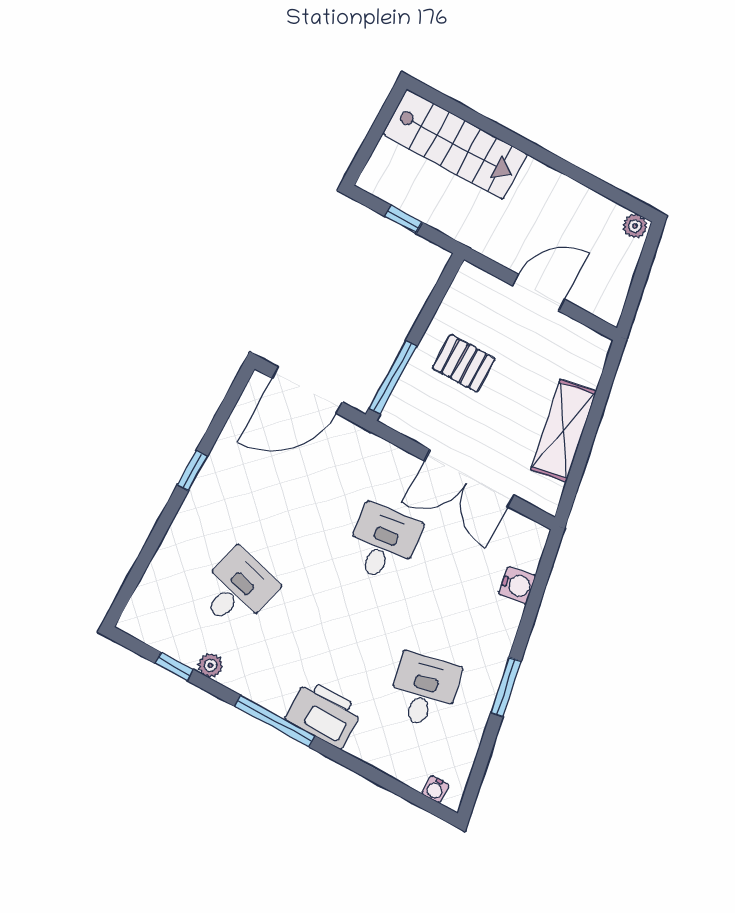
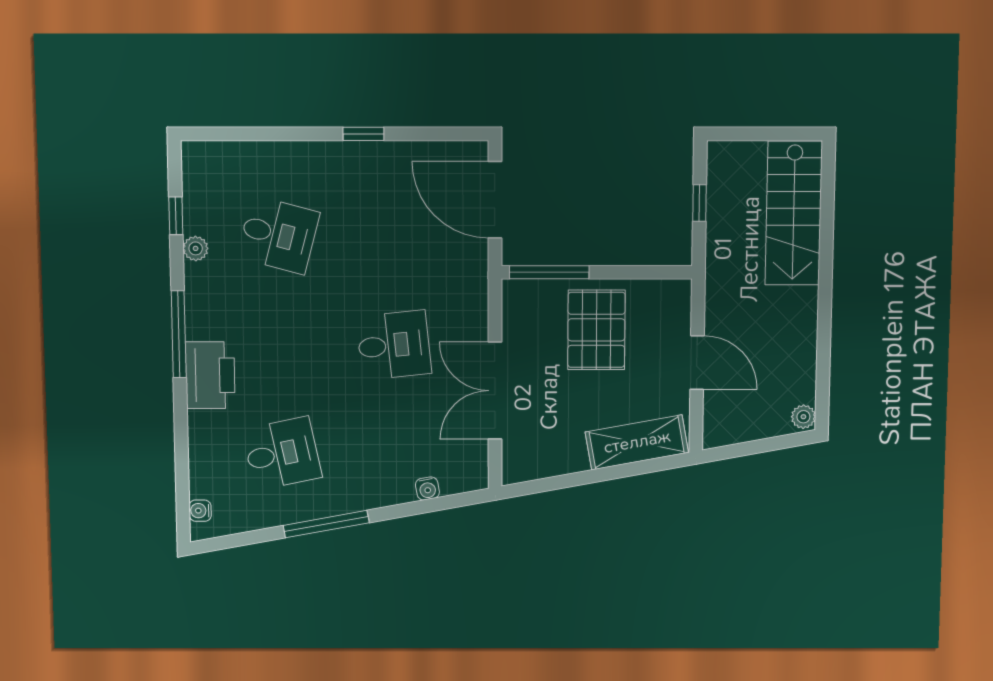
pallet: (464, 363) -> (596, 330), width x1.50, depth x1.42
shelving: (563, 430) -> (637, 442), moved
water cooler: (517, 585) -> (427, 488), width x0.72, depth x0.72
window: (506, 687) -> (326, 524), width x1.44

